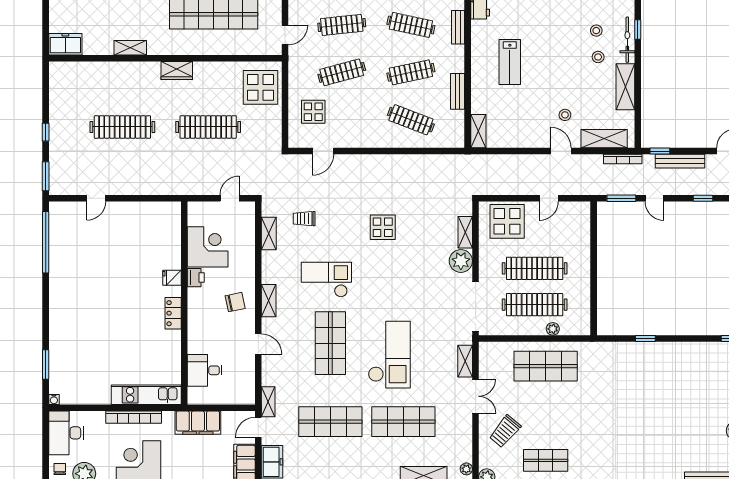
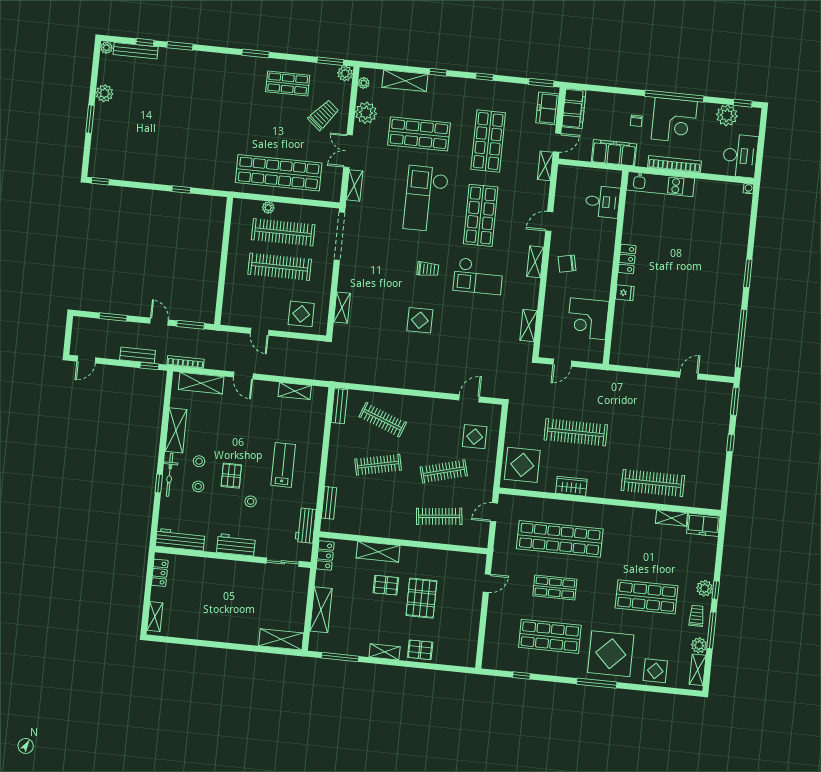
clothes rail: (411, 25) -> (374, 510), removed
pallet: (563, 45) -> (231, 476), added
shelving: (130, 48) -> (671, 518), moved
wardrobe: (177, 70) -> (571, 486), moved
bench: (458, 91) -> (339, 406), moved
stool: (565, 115) -> (251, 501), moved
clothes rail: (122, 127) -> (653, 483), moved
shelving: (478, 131) -> (295, 391), moved, turned 90
bench: (680, 161) -> (138, 355), width x0.73
door: (549, 198) -> (260, 332), swing flipped
window: (703, 198) -> (113, 317), width x1.50
trolley: (304, 219) -> (428, 269), moved
display table: (507, 221) -> (301, 314), width x0.73, depth x0.73
plant: (461, 261) -> (366, 113), moved
printer: (196, 278) -> (602, 291), removed
door: (258, 344) -> (549, 221), hinge flipped
window: (46, 364) -> (748, 273), moved
shop shelf: (546, 366) -> (279, 173), width x1.40
shop shelf: (330, 422) -> (488, 141), turned 90
chair: (60, 469) -> (636, 121), moved

